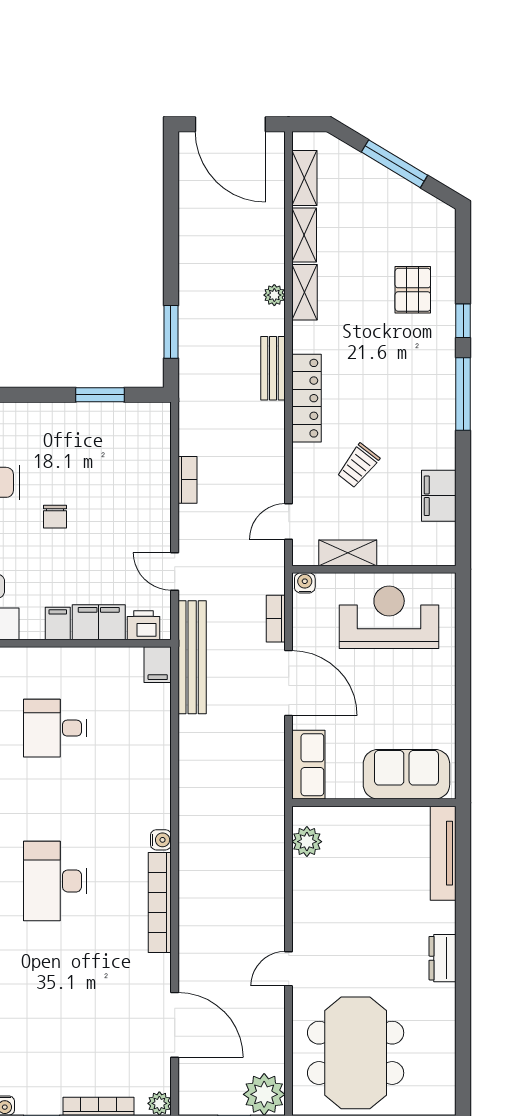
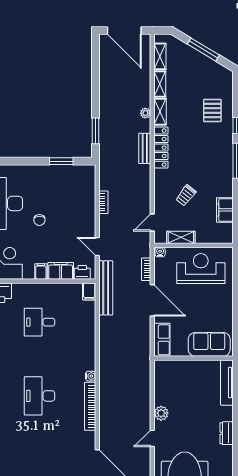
locker: (307, 398) -> (161, 148), moved
plant: (307, 842) -> (161, 413), moved

